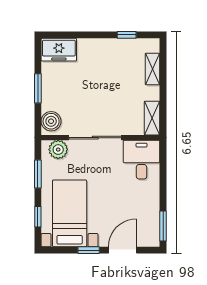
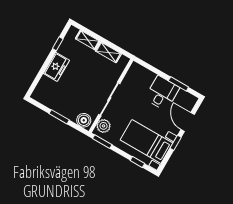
freezer: (59, 50) -> (56, 67), moved
shelving: (152, 118) -> (108, 52), moved
desk: (141, 160) -> (162, 93), moved, turned 90
window: (38, 174) -> (102, 142), moved
window: (163, 226) -> (178, 84), moved

